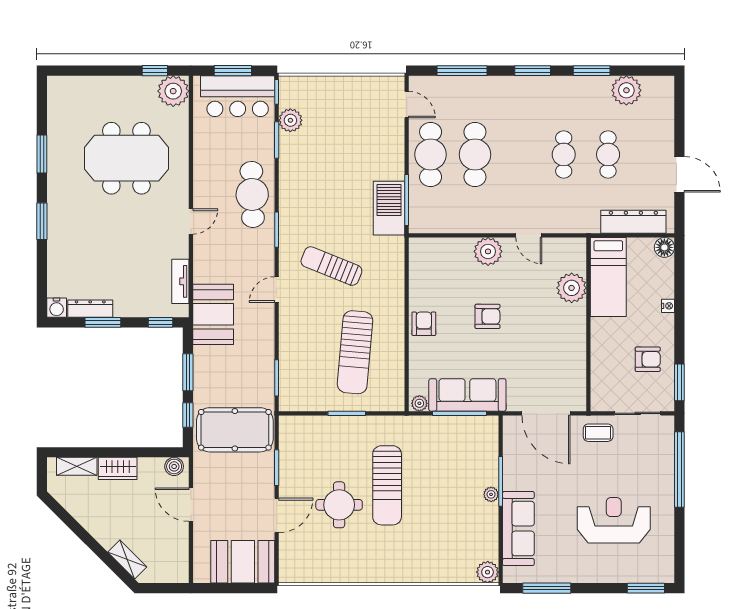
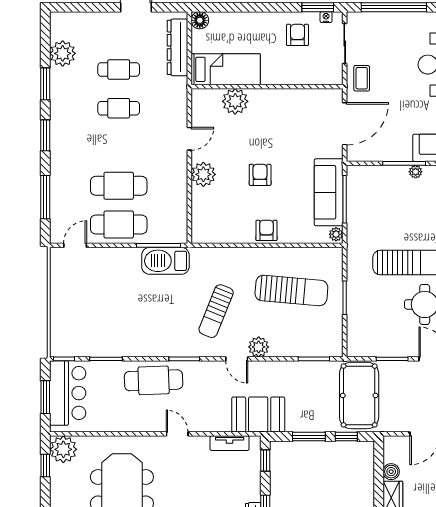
plant: (290, 120) -> (259, 347), moved
nightstand: (668, 306) -> (326, 17), moved
armchair: (424, 324) -> (266, 230), turned 90
boiler: (174, 466) -> (391, 472), moved

